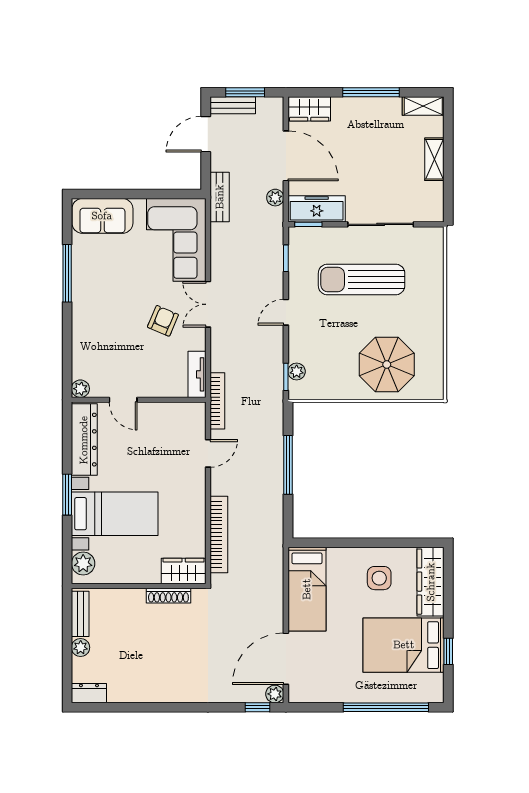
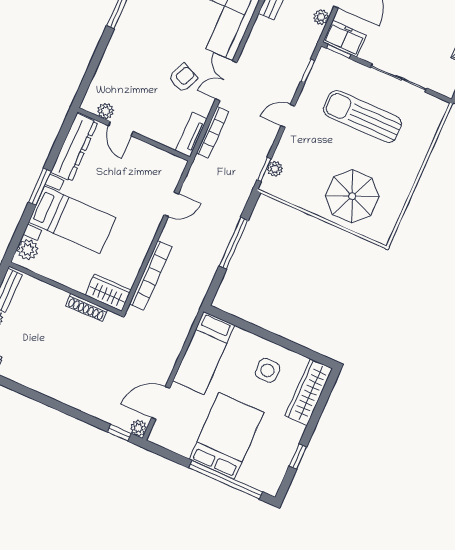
freezer: (317, 209) -> (344, 39), width x0.71
plant: (80, 389) -> (106, 111), moved
bookcase: (217, 401) -> (213, 132), moved
bed: (404, 645) -> (227, 436), moved, turned 90
door: (286, 659) -> (161, 403), width x0.73

